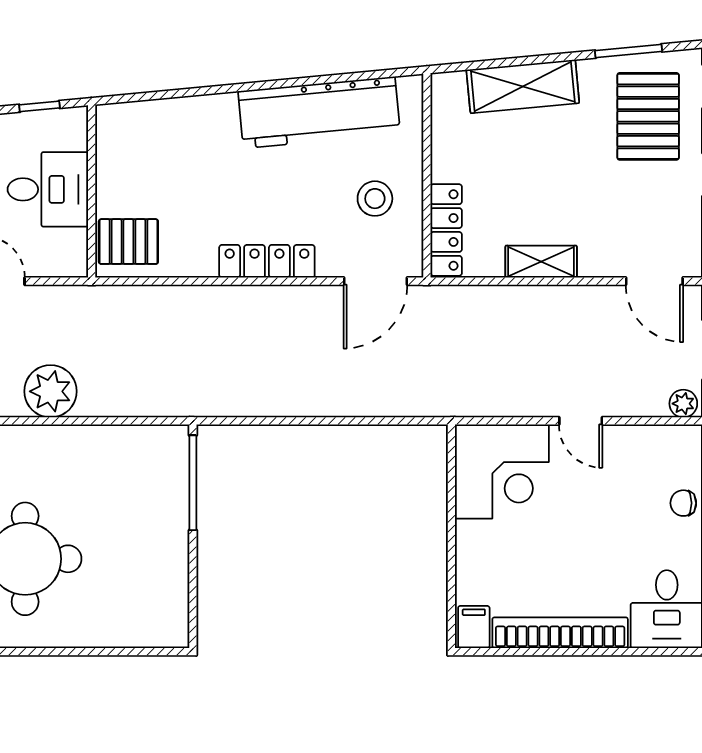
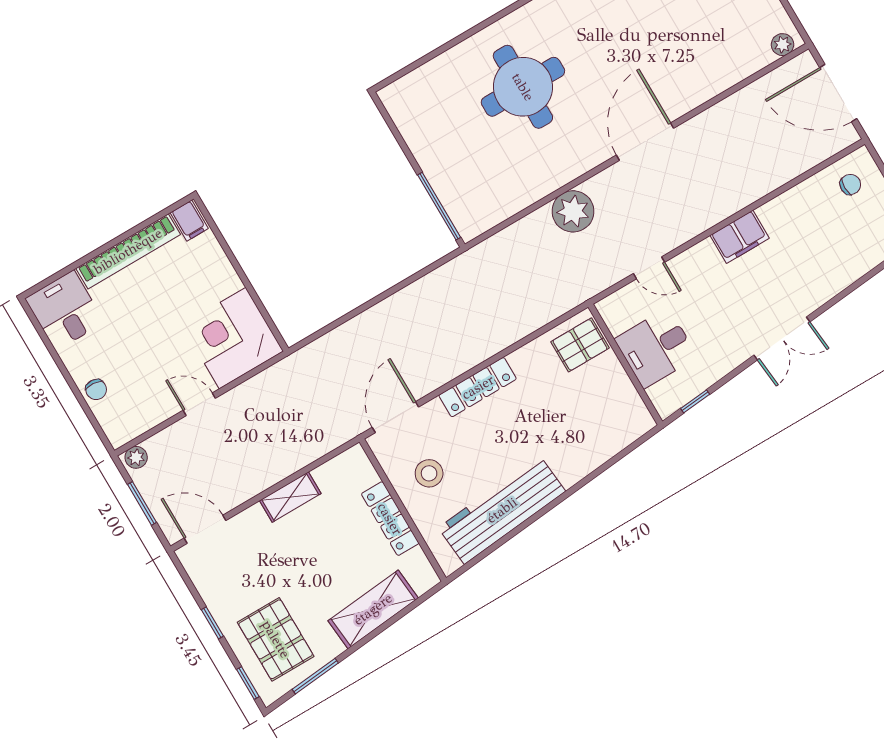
locker: (446, 230) -> (390, 519), moved
chair: (683, 503) -> (96, 389), turned 94

